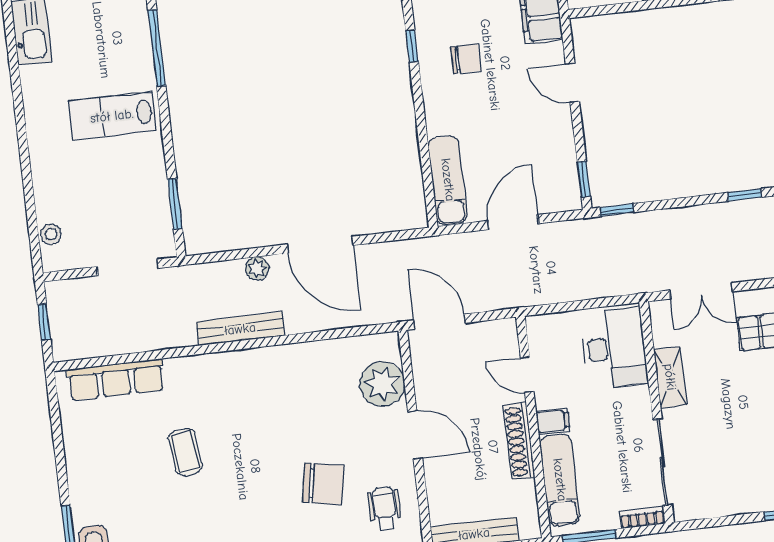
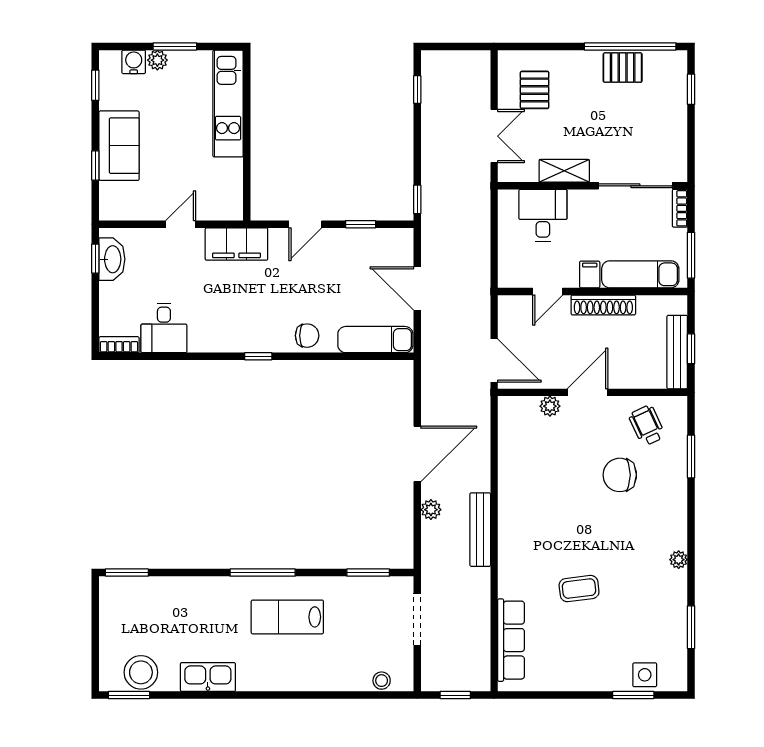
window: (157, 48) -> (263, 573), moved
chair: (466, 59) -> (307, 336), moved, turned 90
lab bench: (112, 116) -> (287, 617), turned 90
window: (584, 179) -> (361, 224), moved
door: (439, 322) -> (494, 361), swing flipped
desk: (614, 348) -> (543, 215), width x0.73
plant: (382, 384) -> (550, 406), width x0.53, depth x0.53
chair: (323, 484) -> (620, 475), turned -100
wheelchair: (385, 509) -> (647, 425), turned 65

